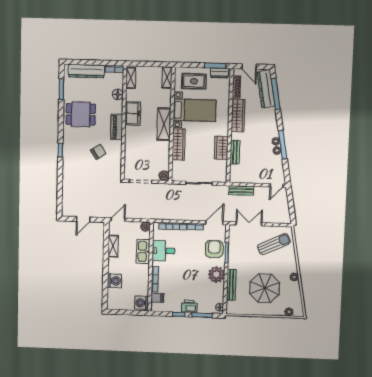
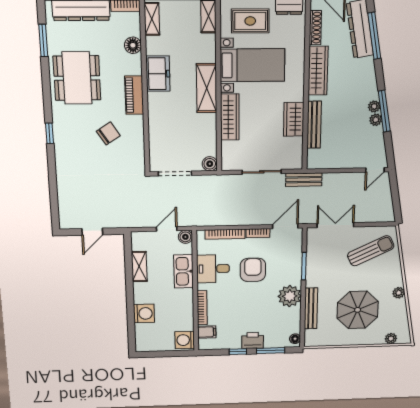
dining table: (81, 114) -> (77, 78), width x1.38
bench: (235, 152) -> (314, 125), width x1.36
bench: (241, 190) -> (304, 180), moved
door: (118, 220) -> (167, 229), moved
armchair: (214, 249) -> (253, 270), moved

